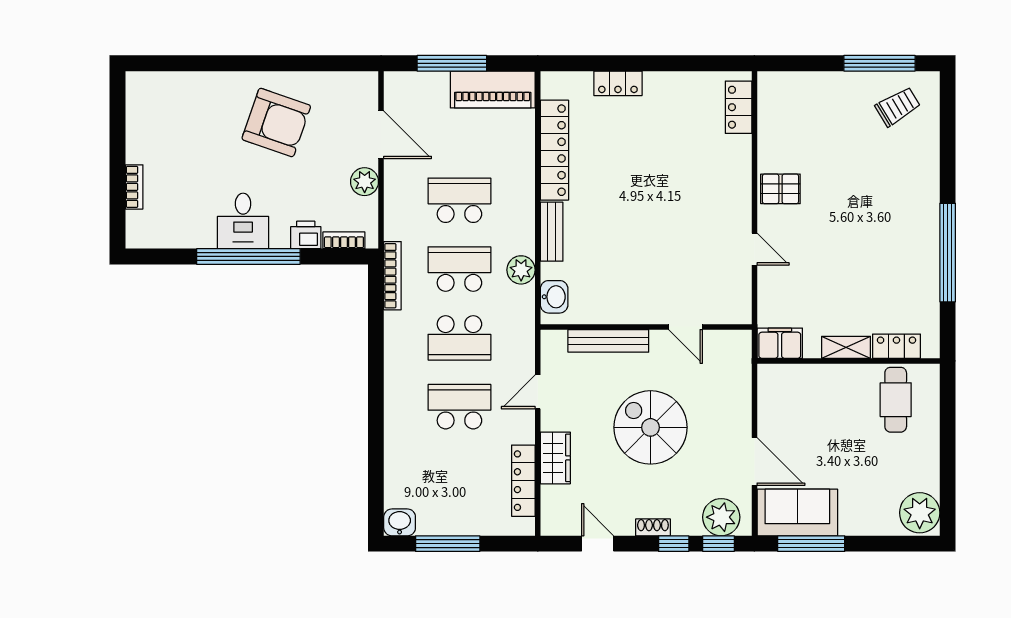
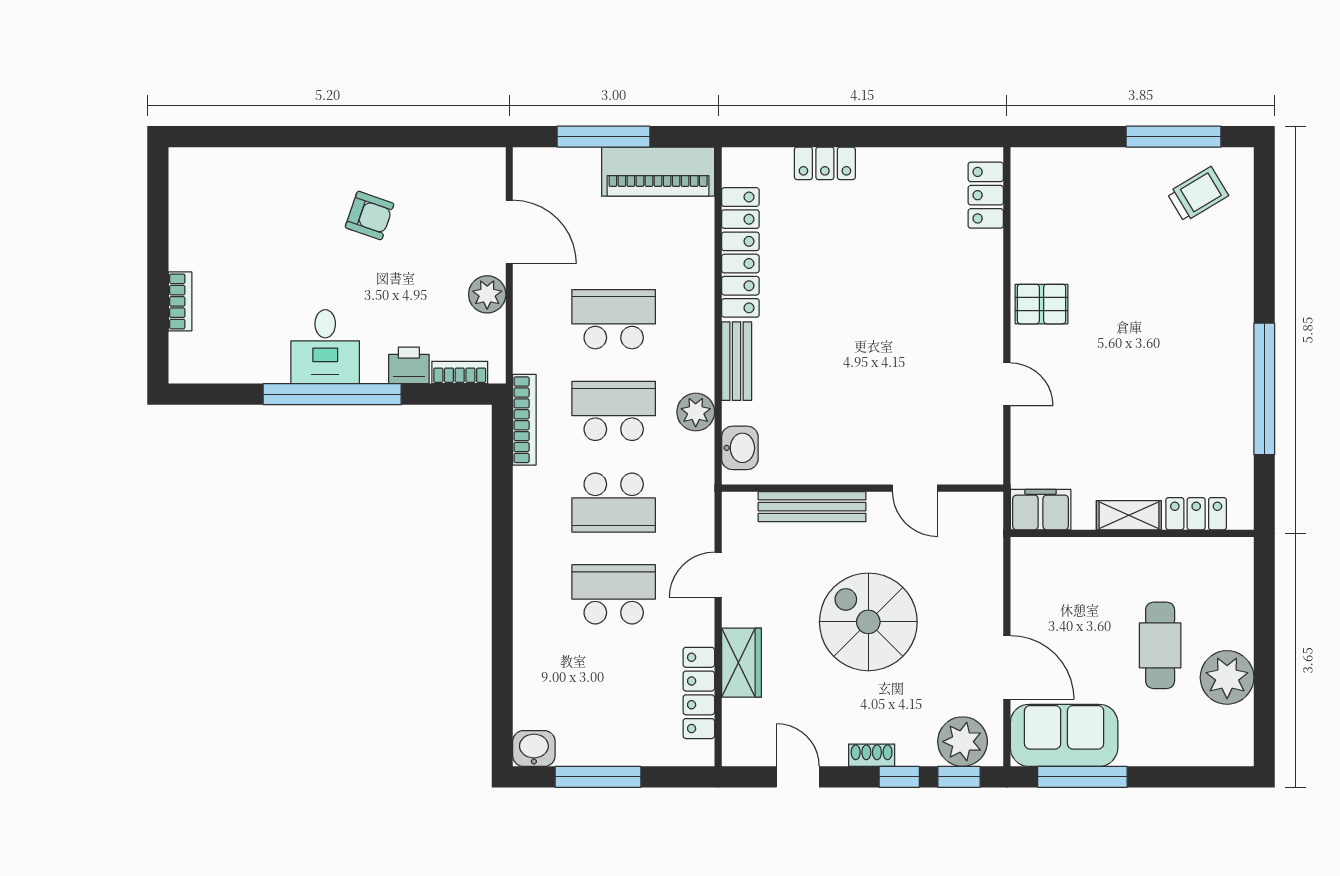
armchair: (276, 122) -> (370, 216), width x0.53, depth x0.53
cafe table: (896, 400) -> (1160, 645), moved
plant: (920, 513) -> (1227, 677), moved

